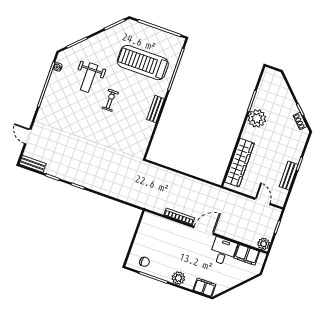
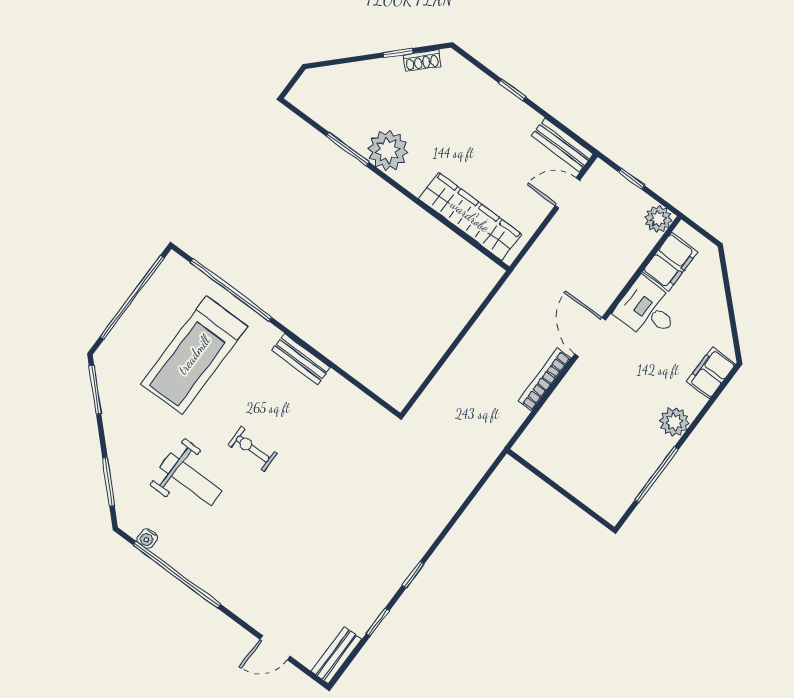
bench: (289, 176) -> (562, 145), moved
chair: (144, 262) -> (618, 483), removed

